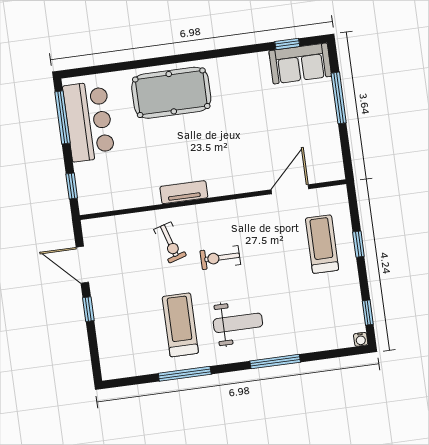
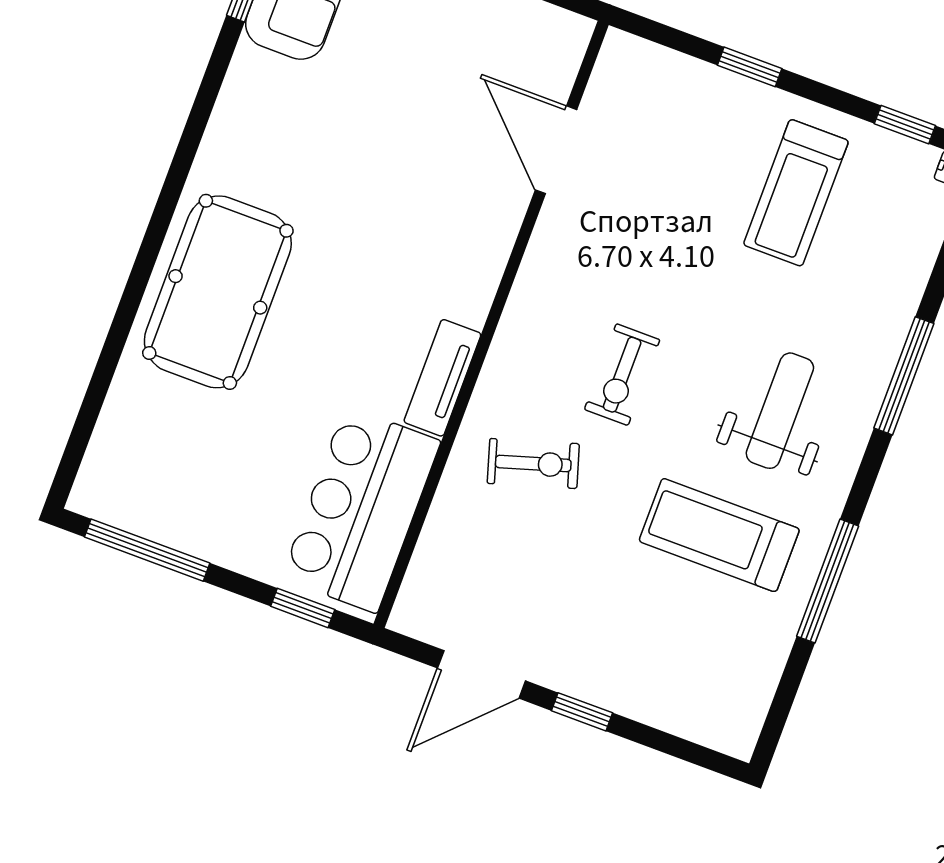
bar counter: (89, 121) -> (361, 510), moved, turned -90
treadmill: (322, 244) -> (796, 193), moved, turned -90

